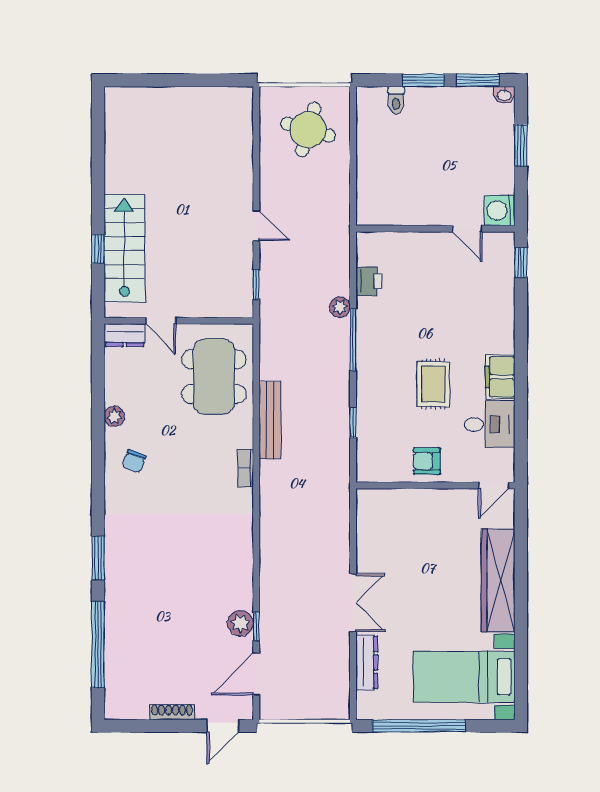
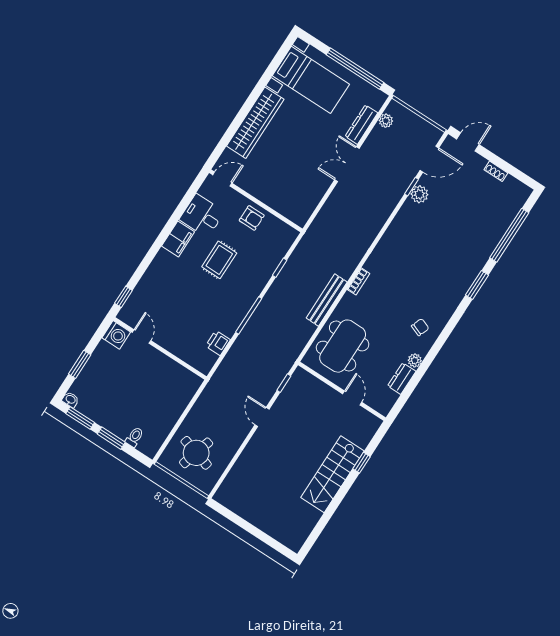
stairs: (124, 248) -> (332, 474), moved
plant: (340, 307) -> (386, 121), moved
dresser: (125, 335) -> (402, 379), moved, turned -90
shoe rack: (172, 712) -> (496, 171), width x0.70

